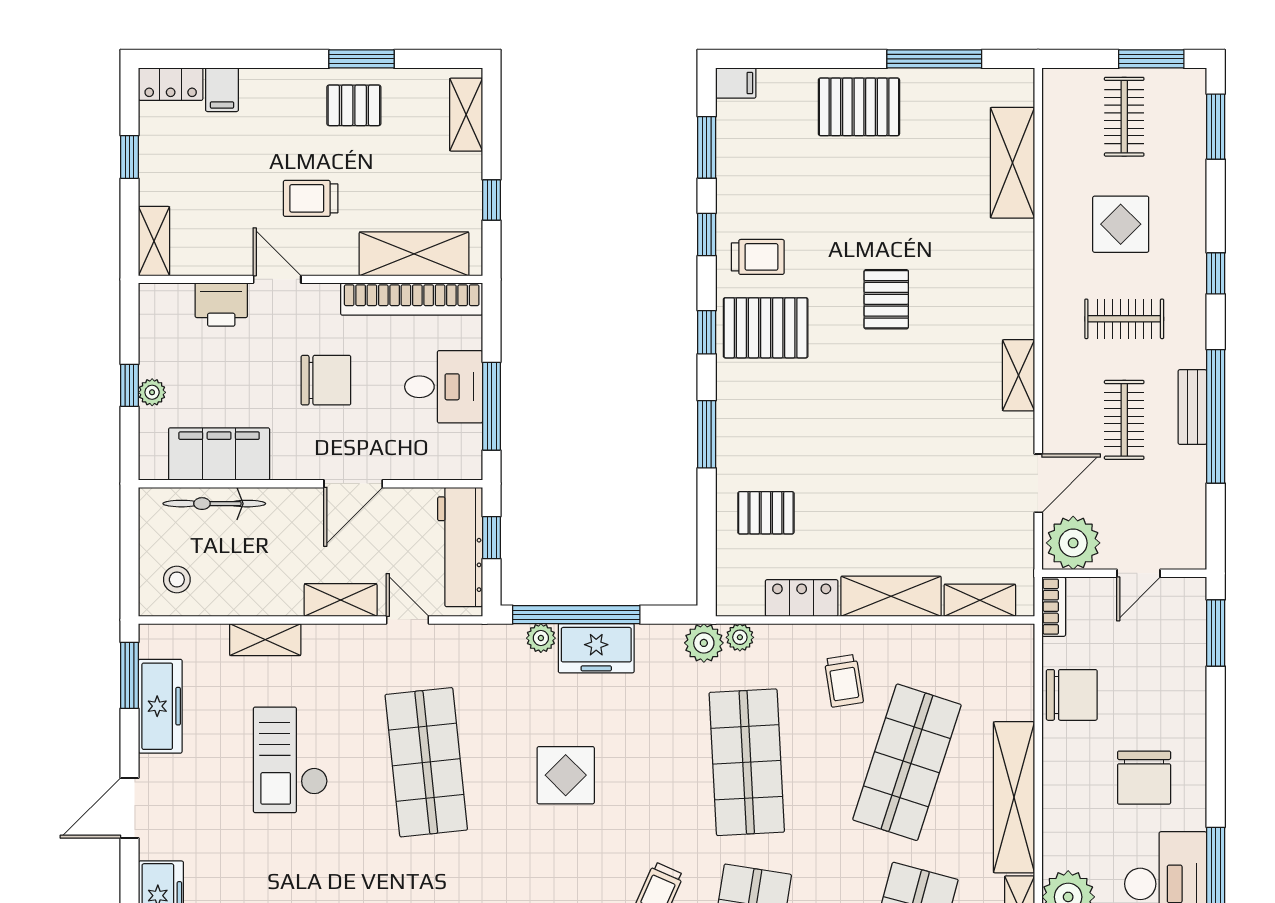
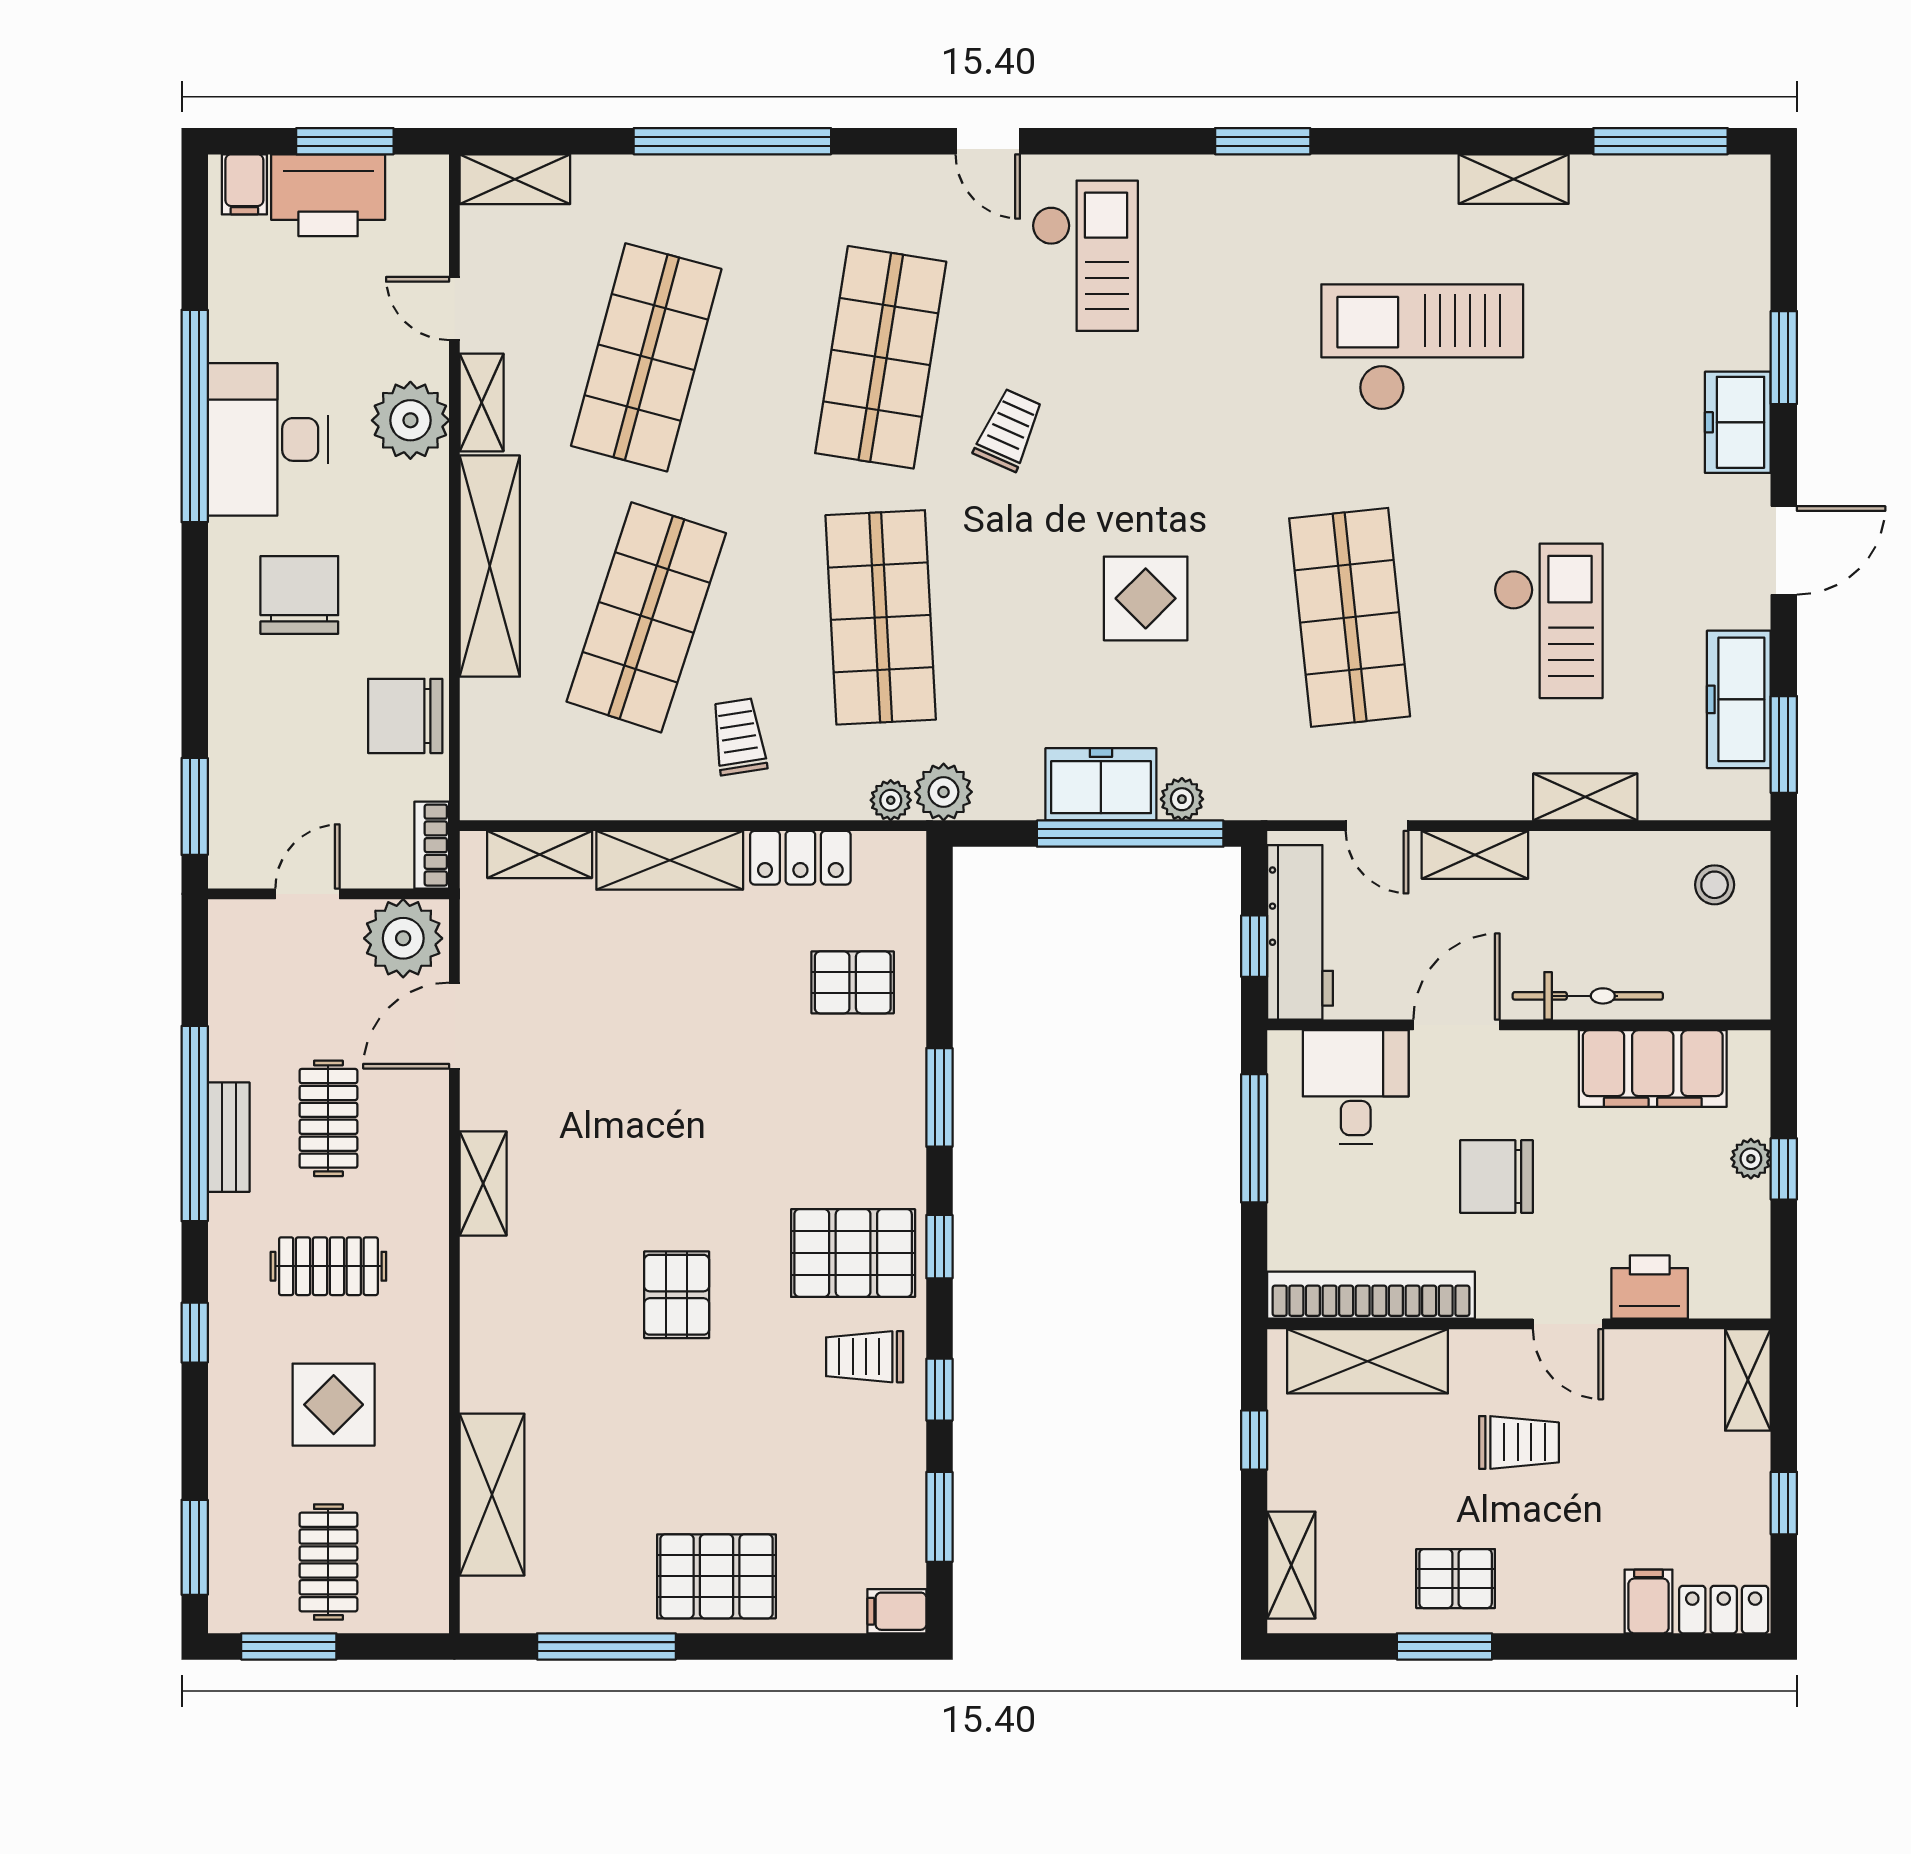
desk: (444, 387) -> (1356, 1087), moved, turned 90
bicycle: (214, 504) -> (1588, 996), moved

